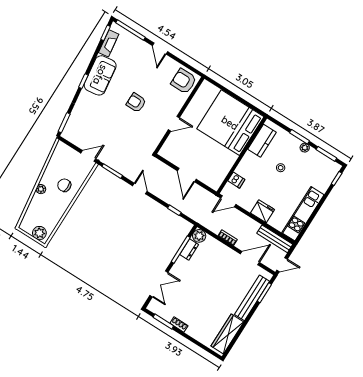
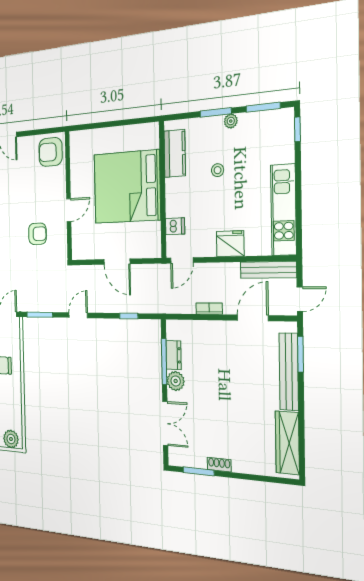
armchair: (136, 103) -> (37, 234), moved, turned 180
bed: (230, 123) -> (127, 187), moved
door: (140, 189) -> (78, 315), hinge flipped
plant: (199, 236) -> (176, 381), moved

